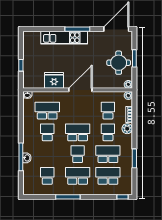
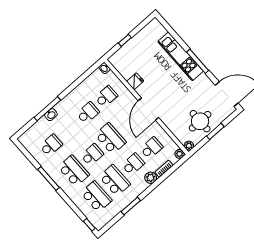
fridge: (54, 80) -> (135, 81), width x0.53, depth x0.75
door: (80, 90) -> (148, 109), swing flipped
school desk: (47, 111) -> (106, 97), width x0.54

